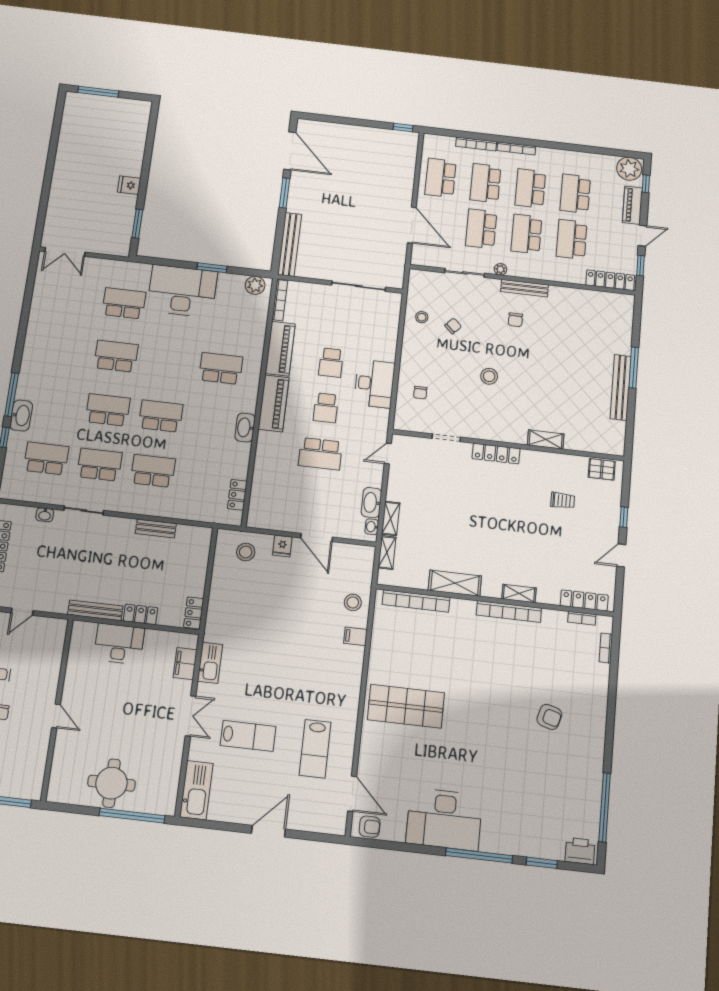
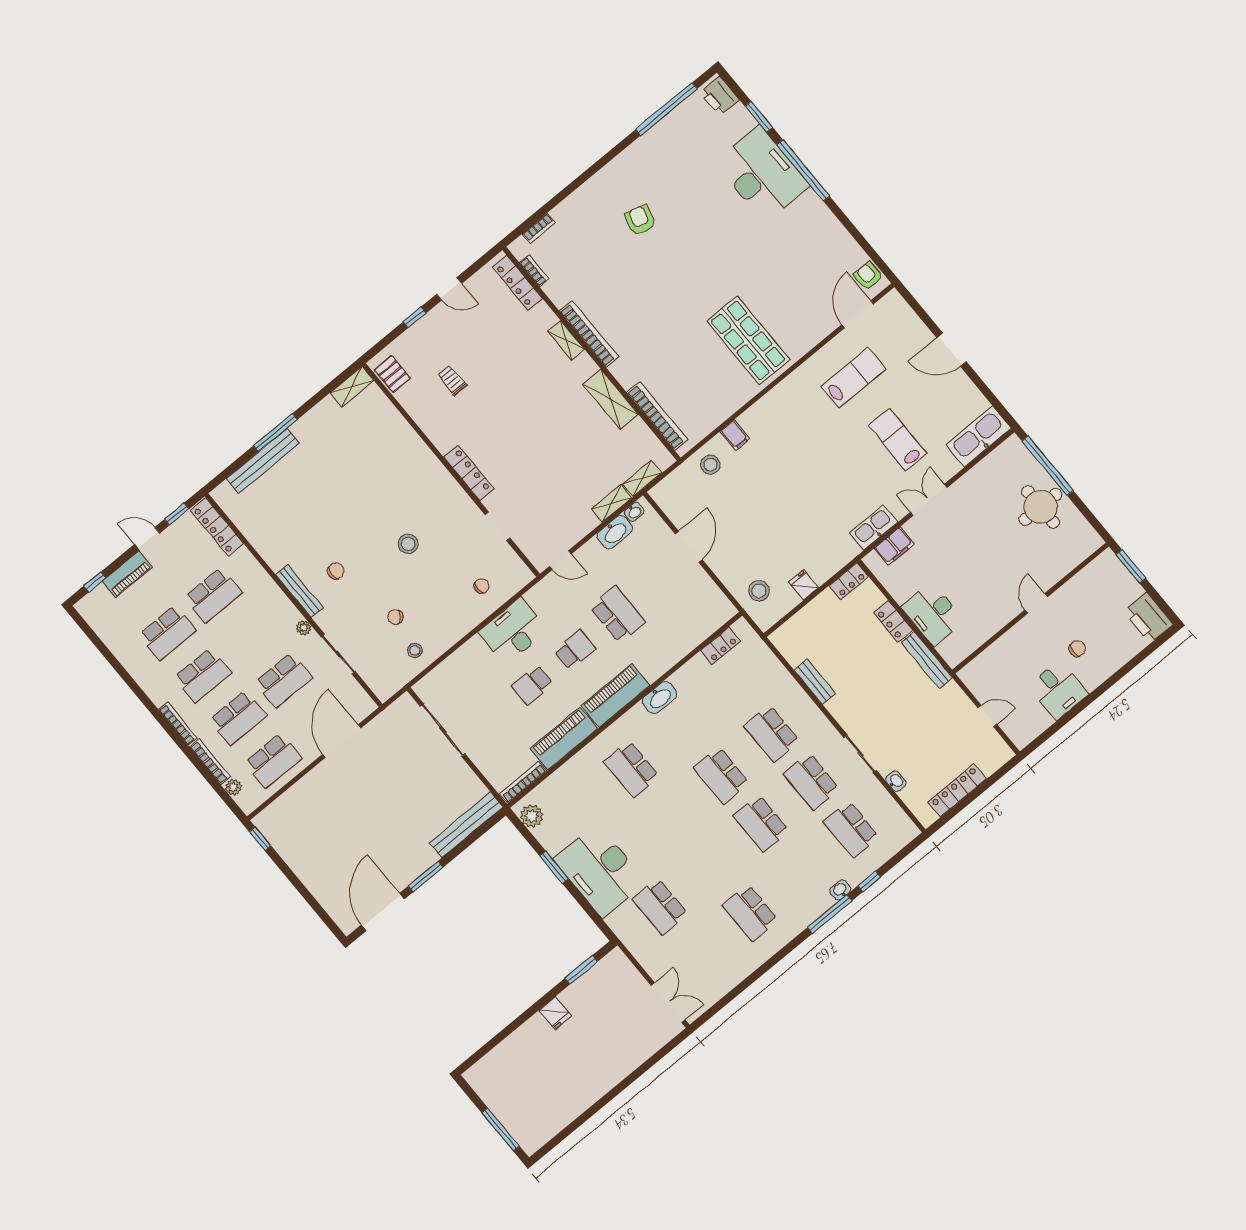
plant: (629, 169) -> (233, 787), moved, width x0.53, depth x0.53
school desk: (526, 234) -> (249, 638), removed
school desk: (116, 356) -> (750, 913), moved
school desk: (331, 363) -> (532, 685), turned 180
bench: (621, 387) -> (263, 461), moved
washbasin: (21, 416) -> (840, 890), width x0.52, depth x0.69
shelving: (546, 440) -> (352, 387), moved, turned 90
fridge: (282, 546) -> (804, 585), moved, turned -90
desk: (444, 819) -> (762, 174), moved

